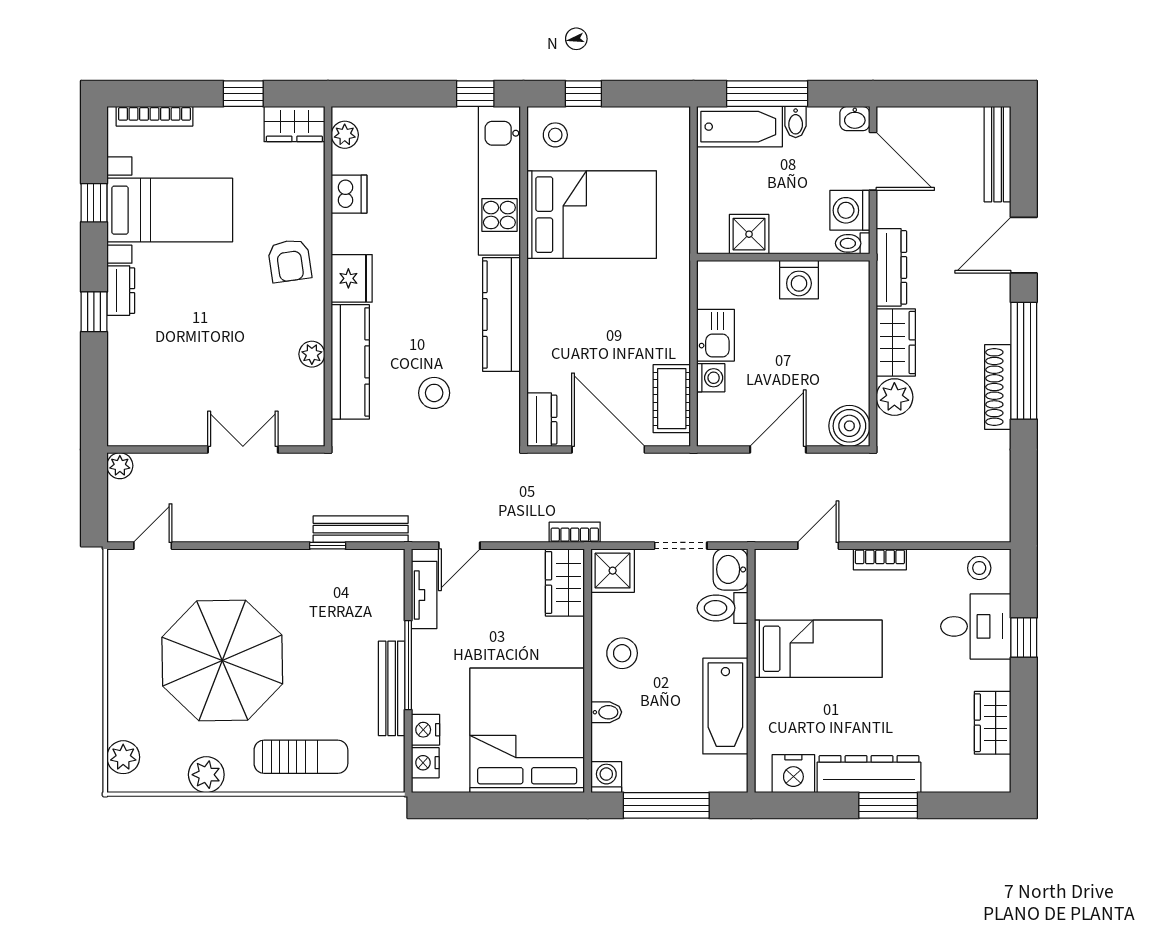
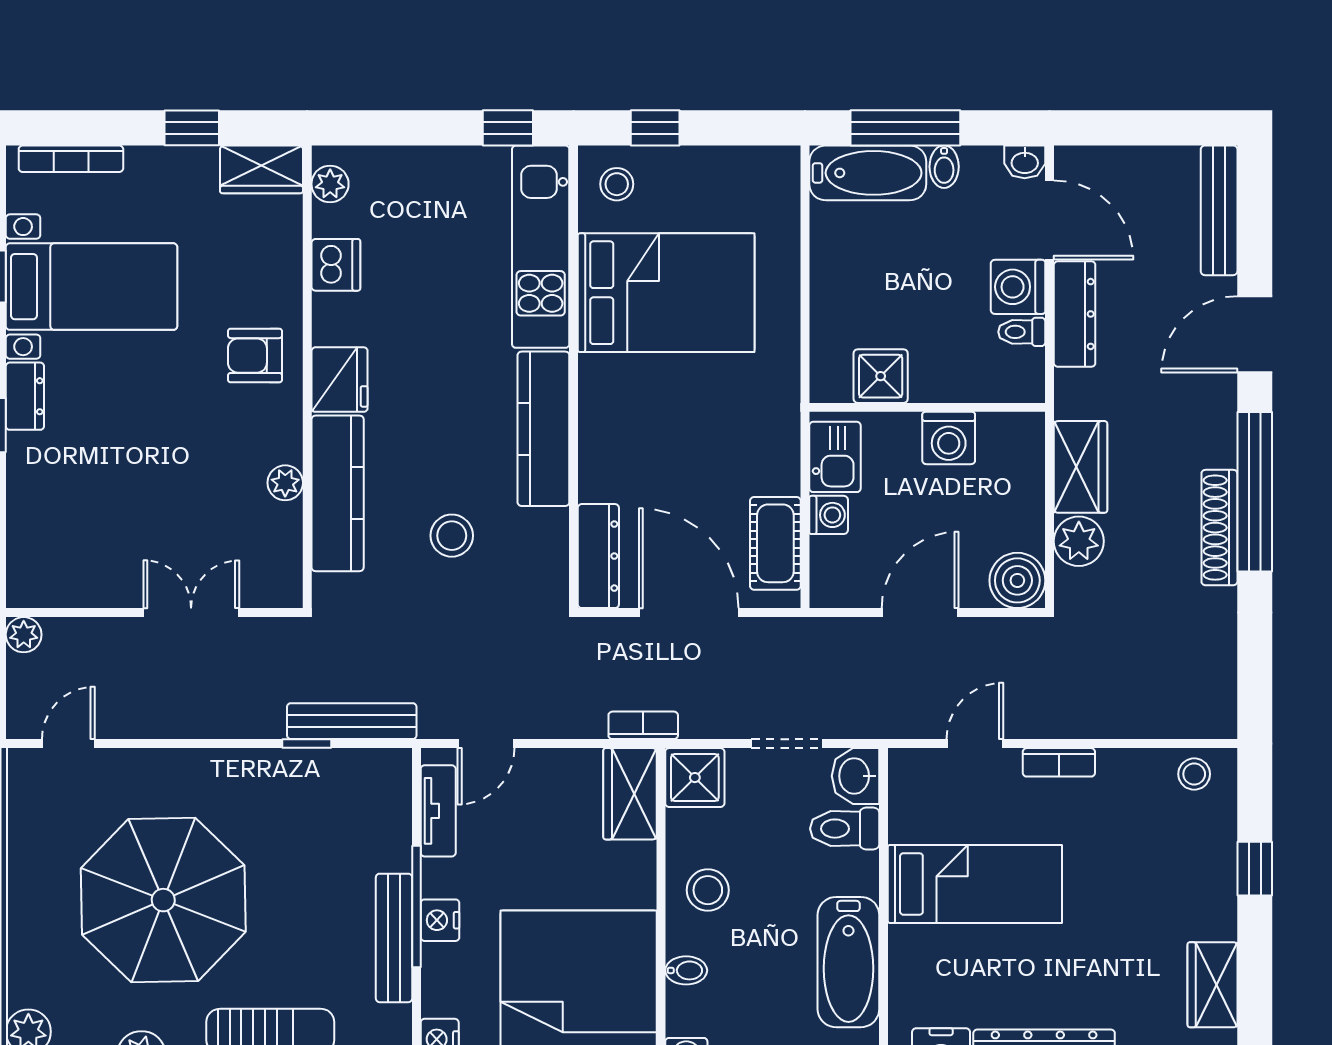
shower: (749, 234) -> (881, 376), moved
wall: (783, 257) -> (927, 407), moved
armchair: (290, 261) -> (255, 356), turned 98
dresser: (891, 267) -> (1075, 314), moved
washing machine: (799, 280) -> (949, 438), moved
dresser: (542, 420) -> (598, 556), width x1.44
desk: (976, 626) -> (1189, 854), removed
nightstand: (425, 730) -> (440, 920), moved

